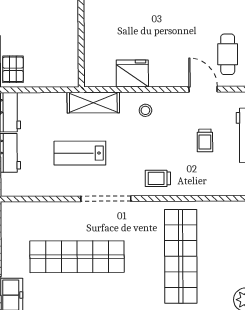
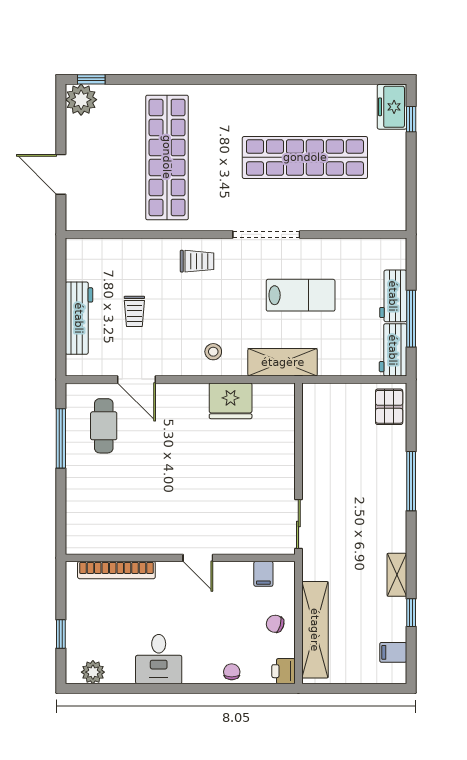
trolley: (205, 140) -> (134, 311), turned 180

